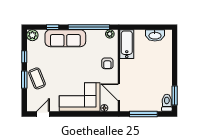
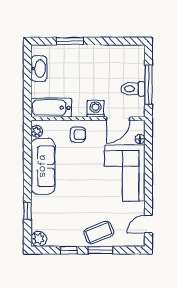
window: (89, 27) -> (27, 160), removed
sofa: (65, 38) -> (43, 166), moved
washing machine: (126, 76) -> (96, 109), added
window: (175, 96) -> (70, 41), moved
toilet: (167, 103) -> (133, 89), moved
door: (43, 114) -> (148, 224), hinge flipped

